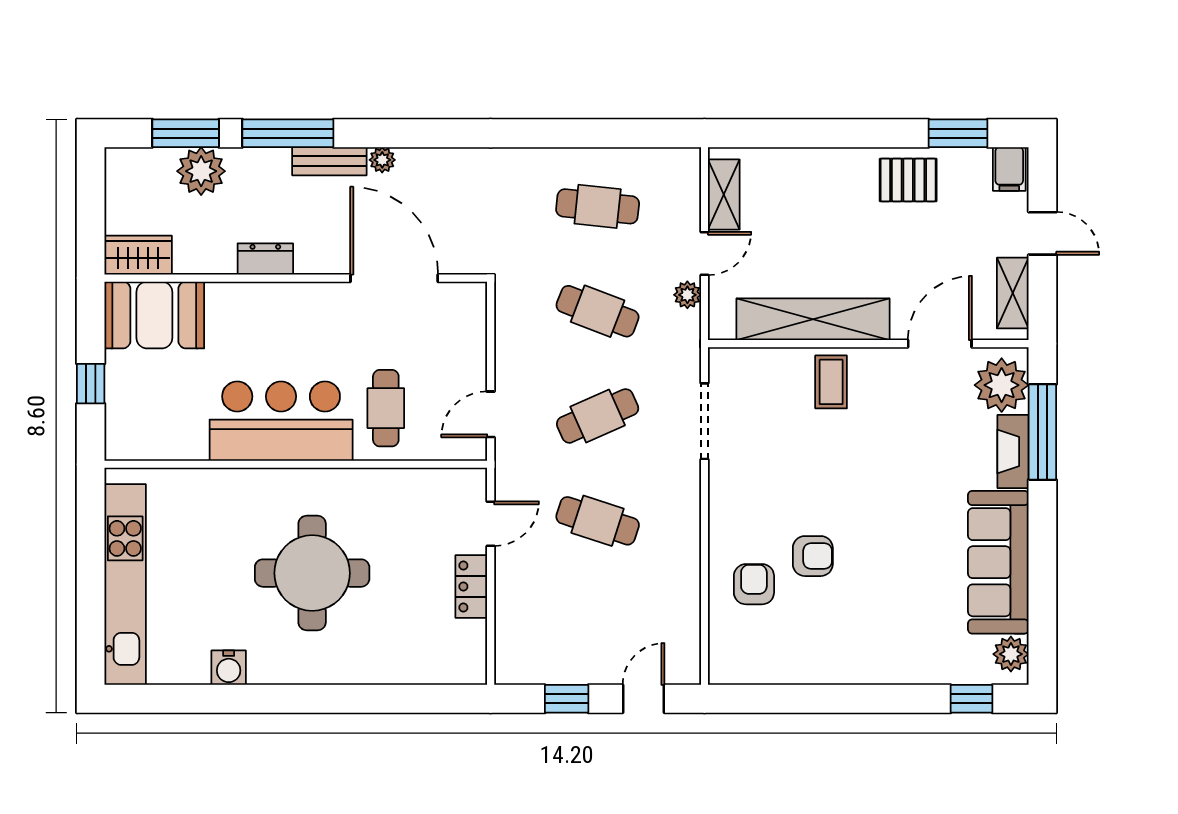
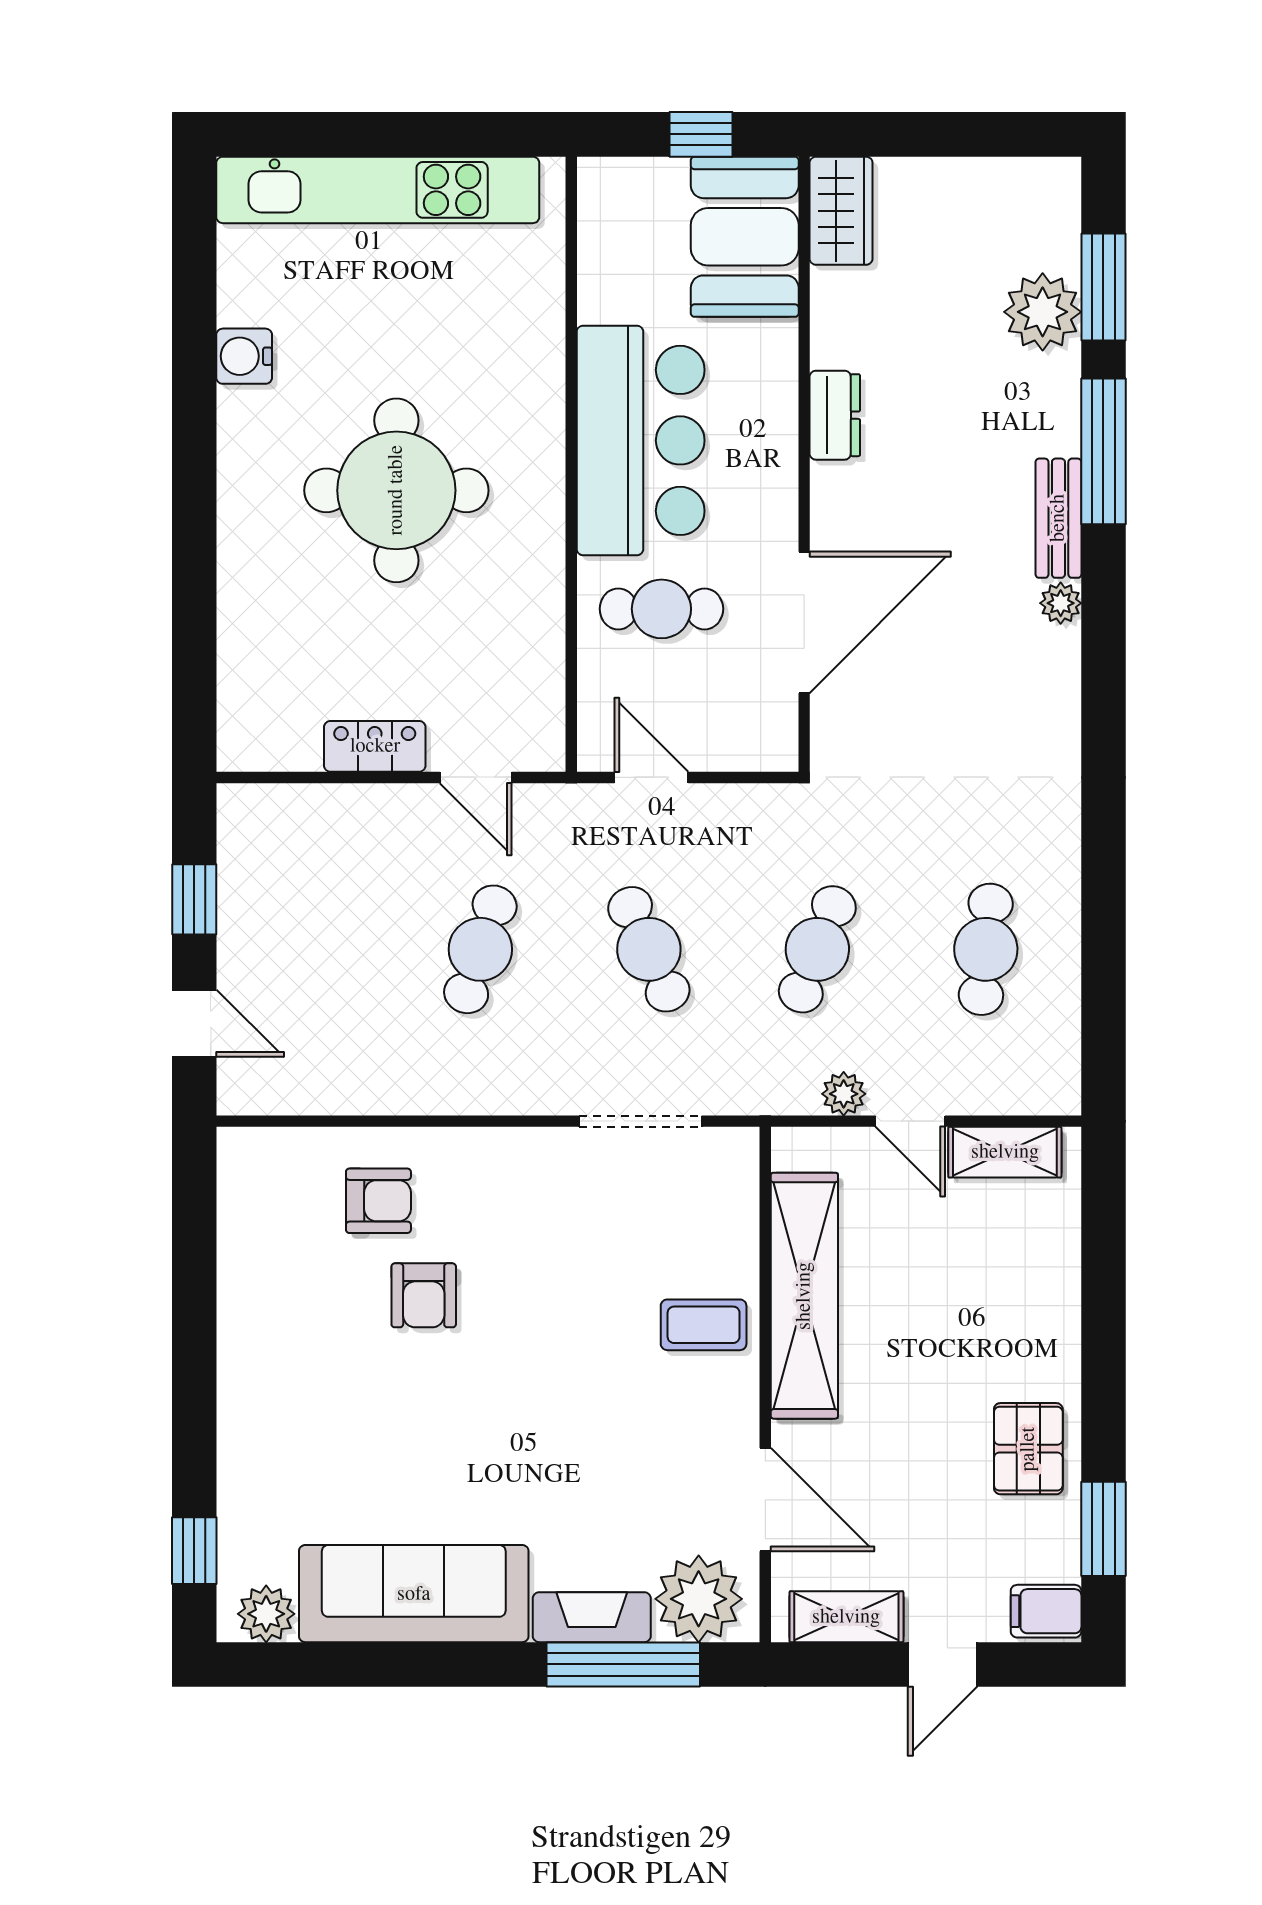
wardrobe: (138, 255) -> (841, 211), moved
dresser: (265, 259) -> (835, 415), moved
wall: (296, 278) -> (804, 464), moved
door: (394, 278) -> (804, 622), moved
booth: (154, 315) -> (745, 237), moved

